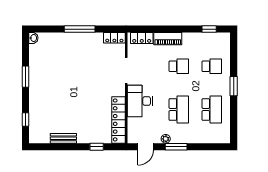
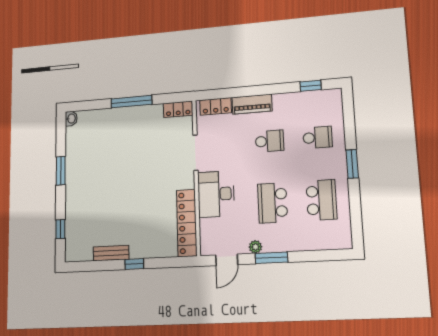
school desk: (179, 109) -> (273, 203), turned 180
window: (97, 147) -> (134, 264), moved

